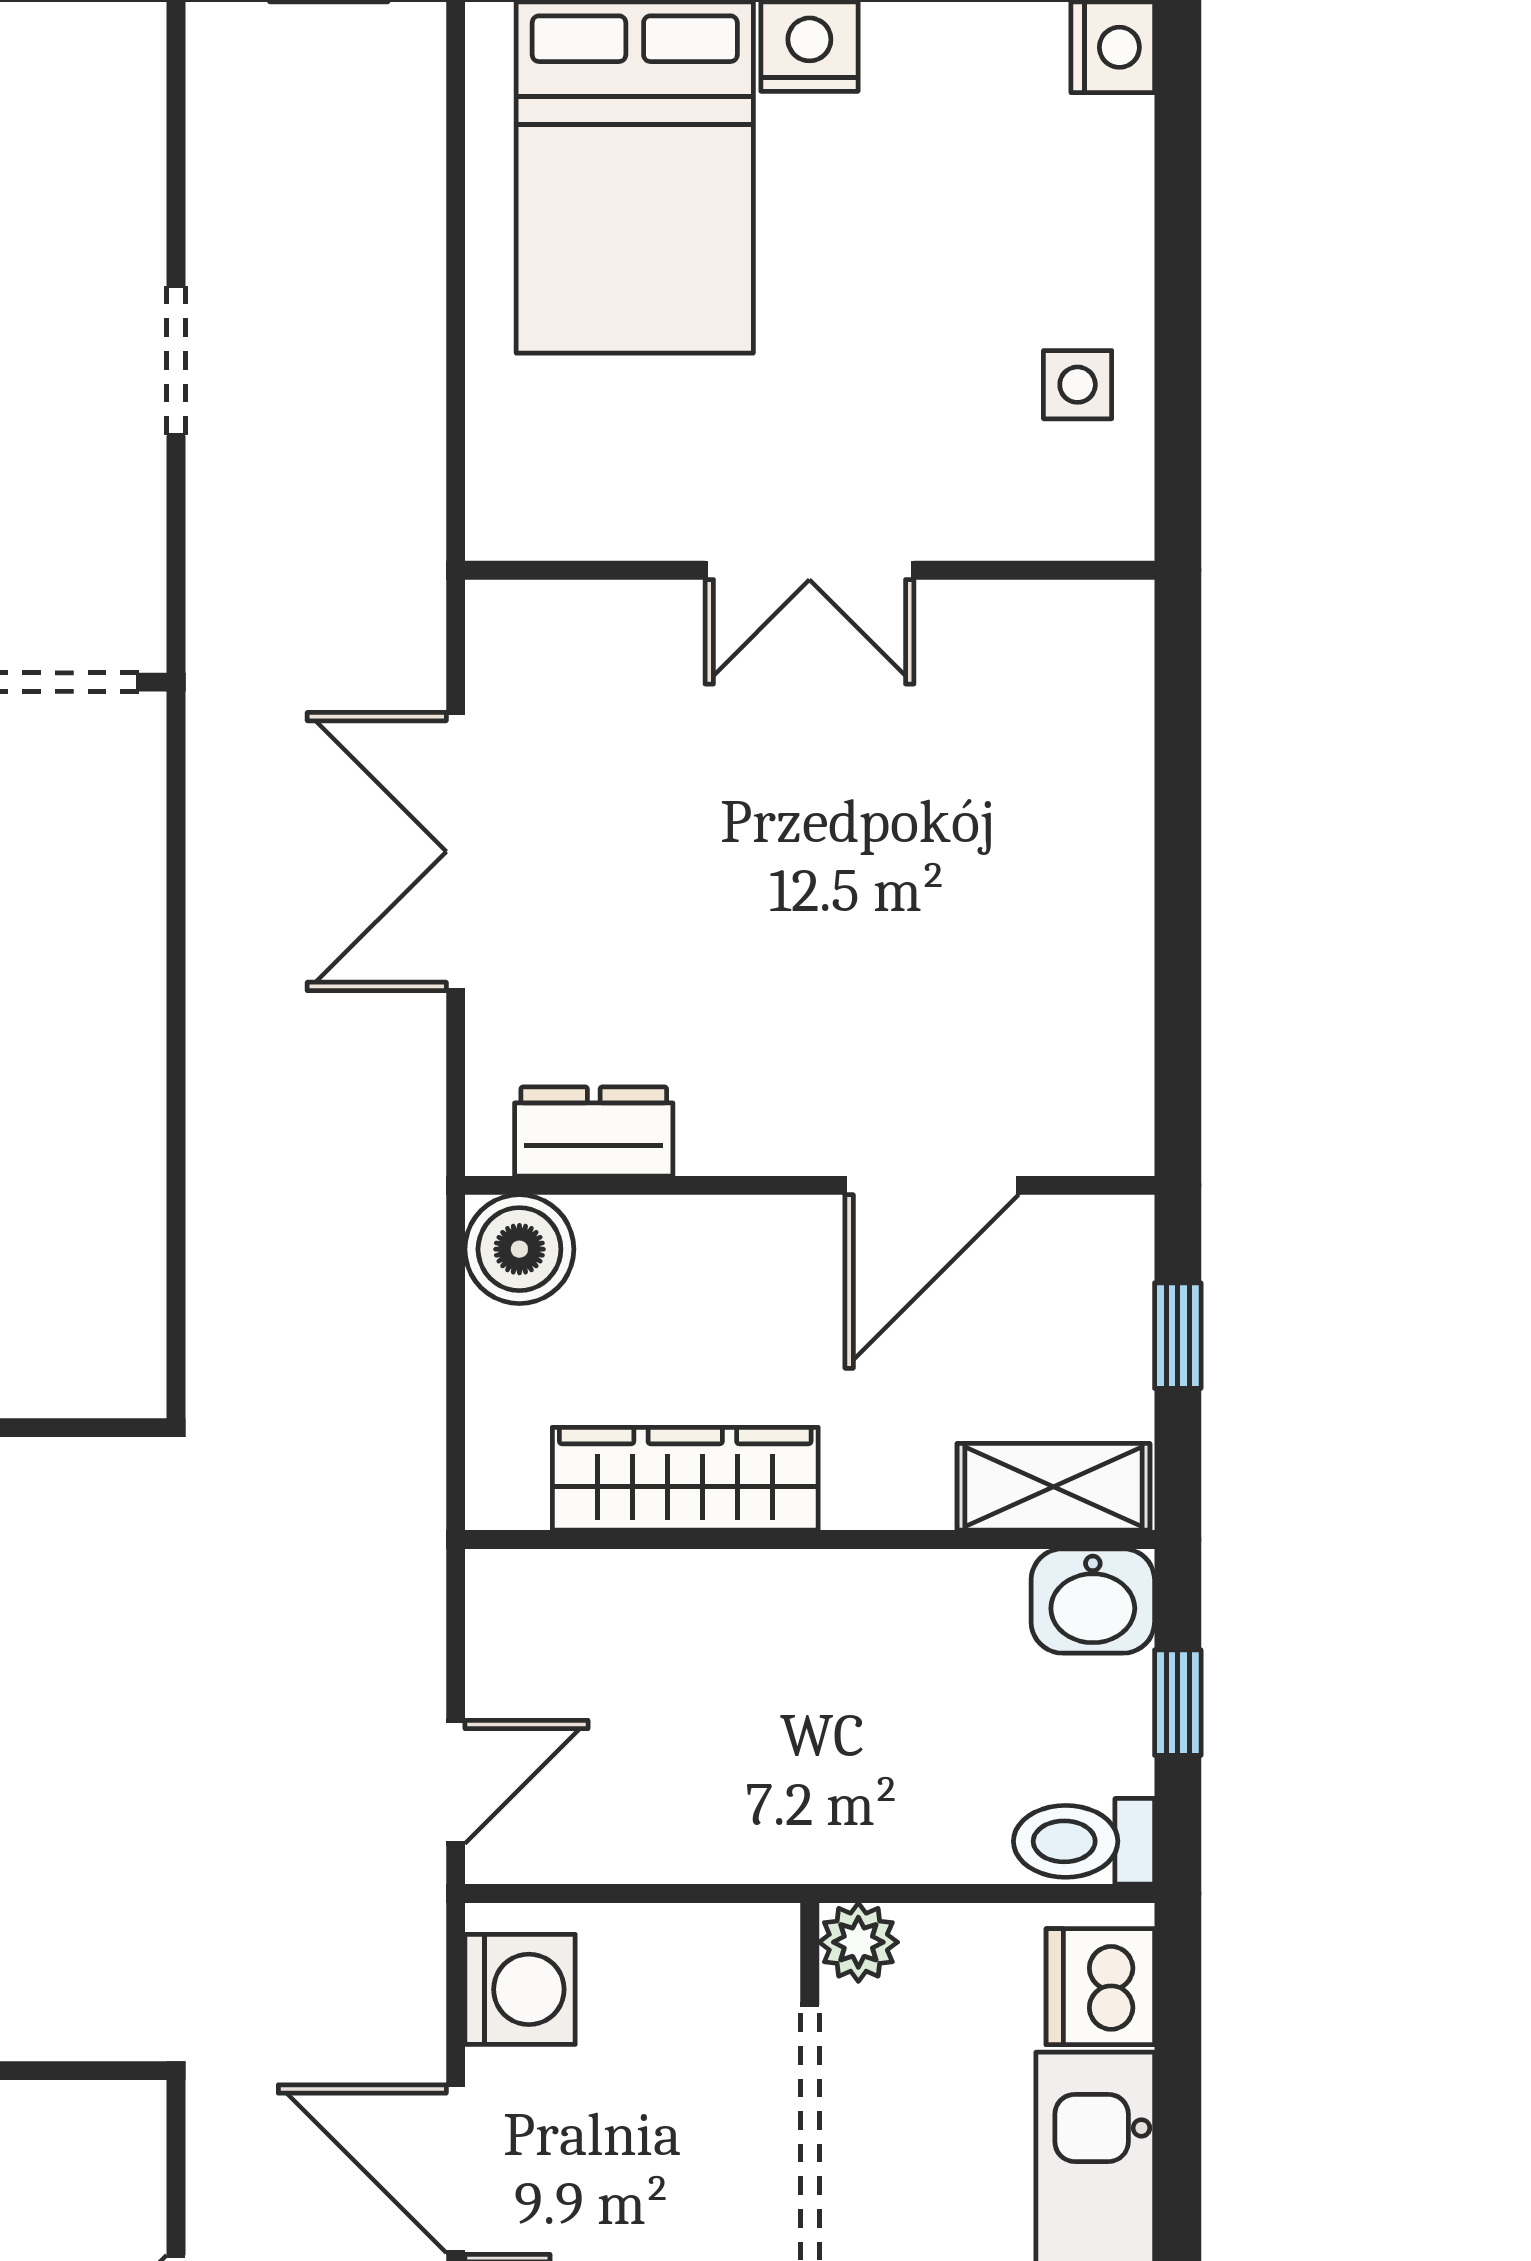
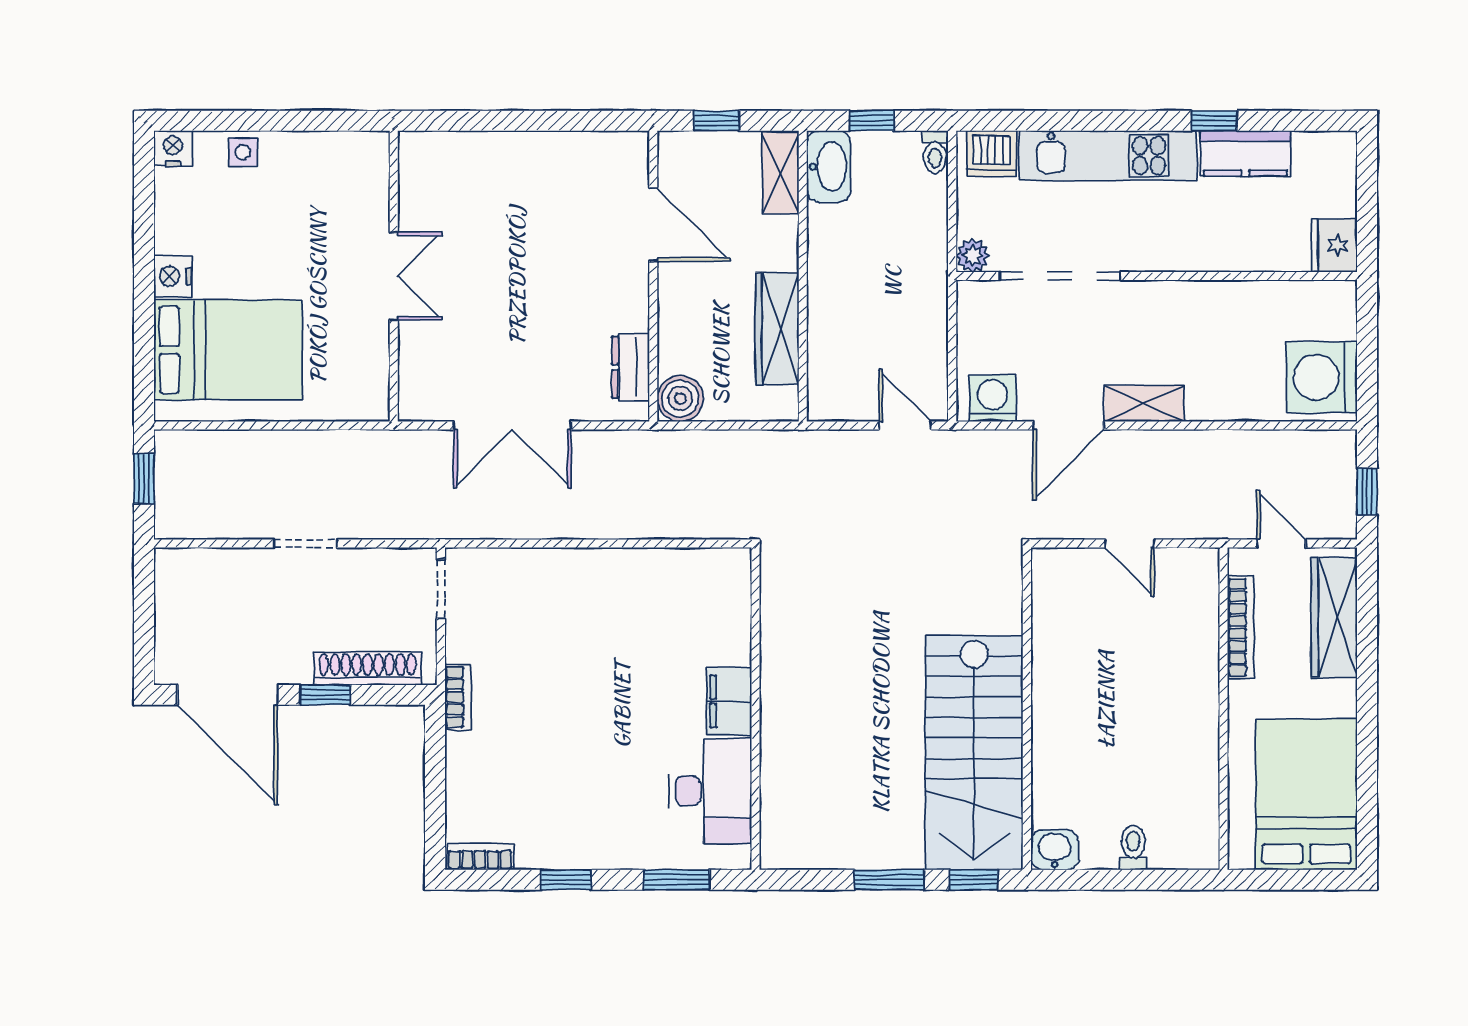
side table: (1078, 385) -> (243, 152), moved
washbasin: (1093, 1601) -> (829, 167), width x1.38
toilet: (1084, 1841) -> (935, 152), width x0.73, depth x0.72

